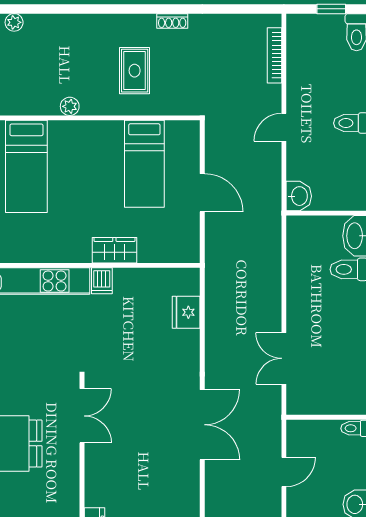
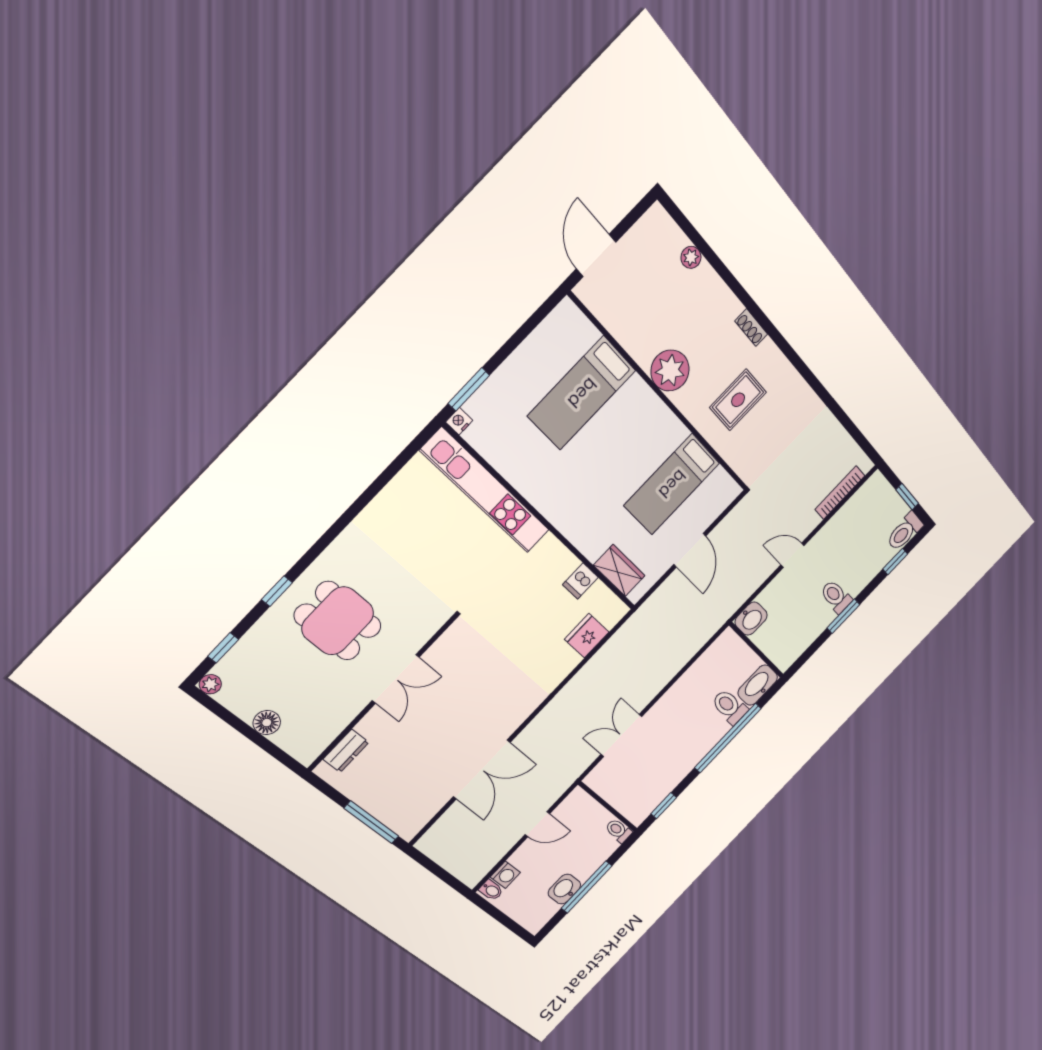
shoe rack: (172, 21) -> (751, 328), moved
plant: (70, 106) -> (670, 371), width x1.88, depth x1.88
wardrobe: (114, 250) -> (619, 570), moved
dishwasher: (102, 281) -> (580, 581), moved
double door: (82, 416) -> (396, 679), moved
double door: (202, 425) -> (482, 769), moved

